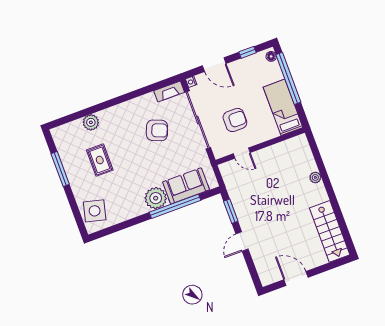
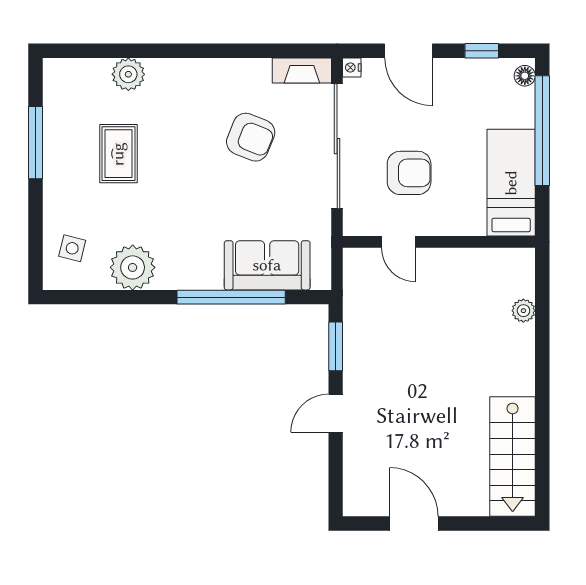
plant: (315, 177) -> (523, 311), moved
plant: (156, 198) -> (133, 267), moved
side table: (95, 211) -> (72, 248), width x0.54, depth x0.54

